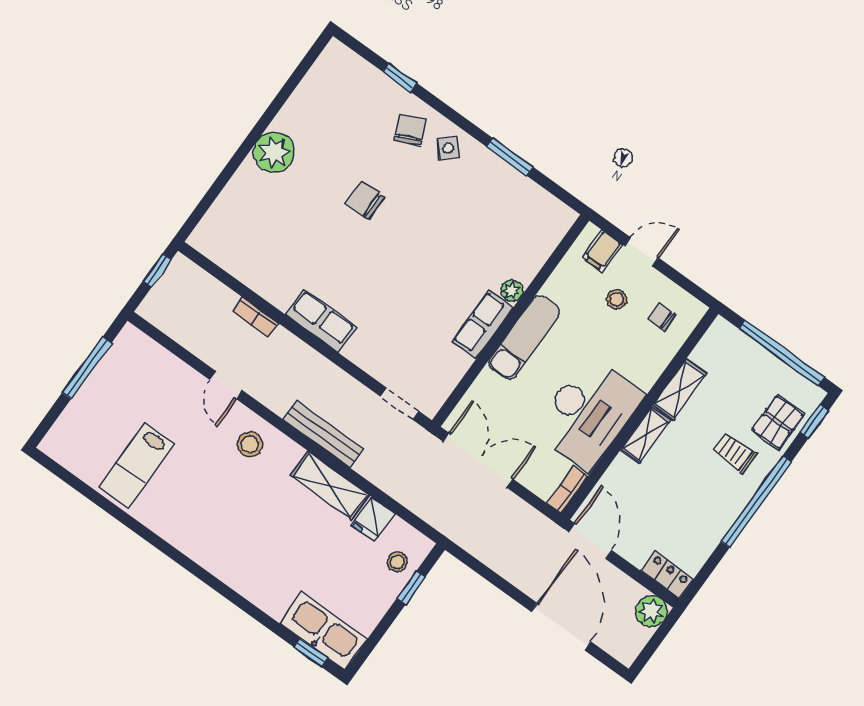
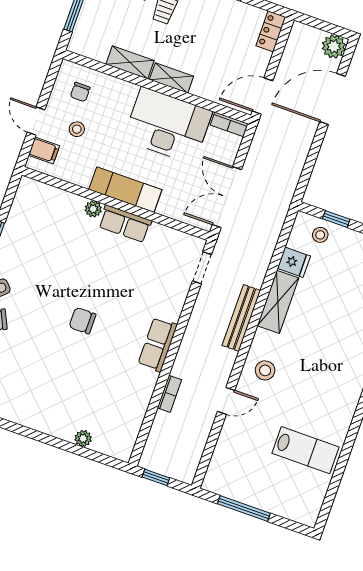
plant: (274, 152) -> (83, 438), moved, width x0.53, depth x0.53
chair: (365, 200) -> (82, 321), moved, turned 90
plant: (651, 611) -> (334, 46), moved

